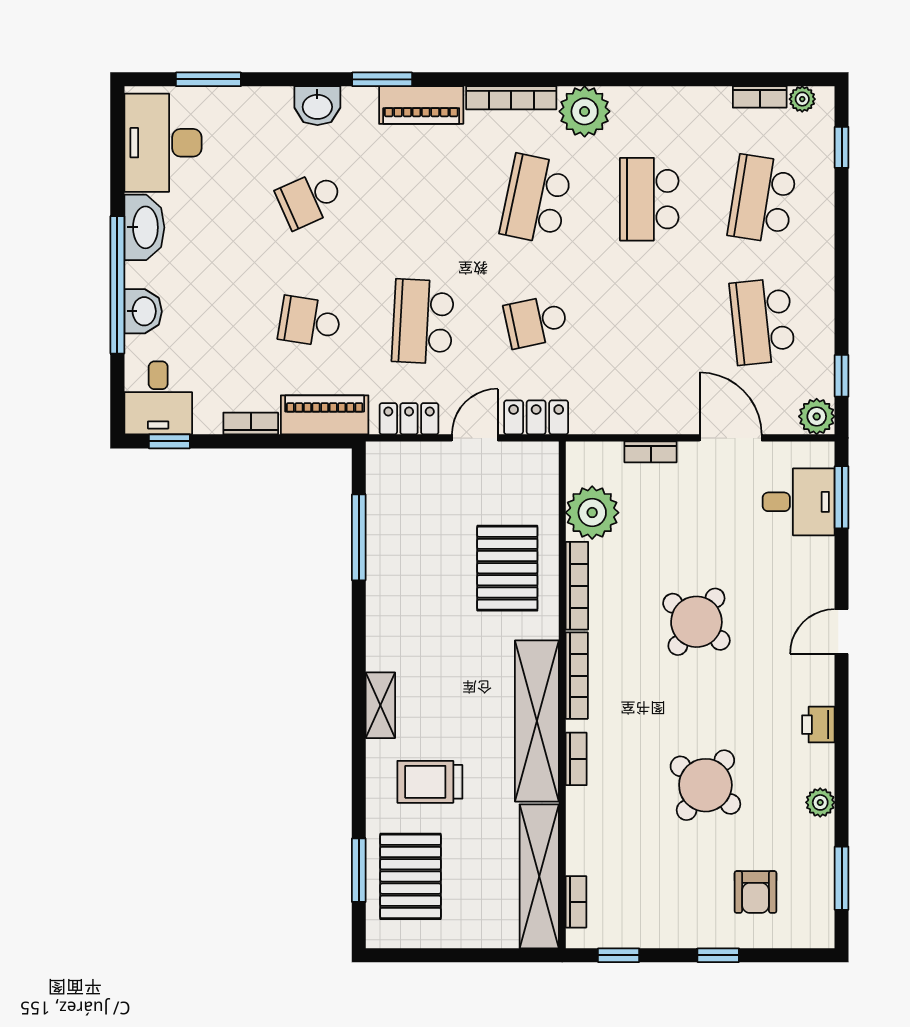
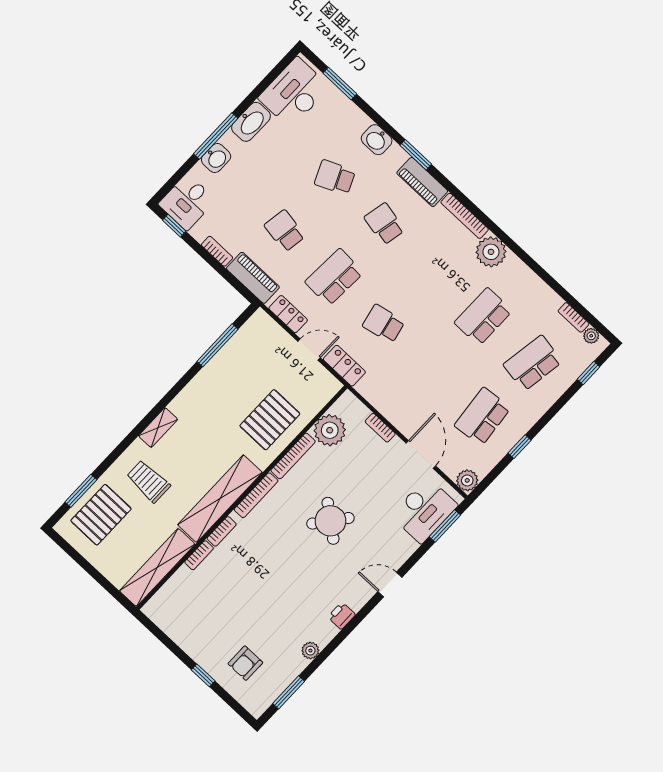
school desk: (536, 199) -> (384, 224), moved, width x0.54
window: (117, 285) -> (216, 136), width x0.68
window: (842, 376) -> (519, 447), moved
desk: (799, 502) -> (424, 510), width x1.37
round table: (705, 785) -> (267, 596), removed
bookcase: (576, 902) -> (199, 555), moved
window: (619, 955) -> (160, 635), removed

